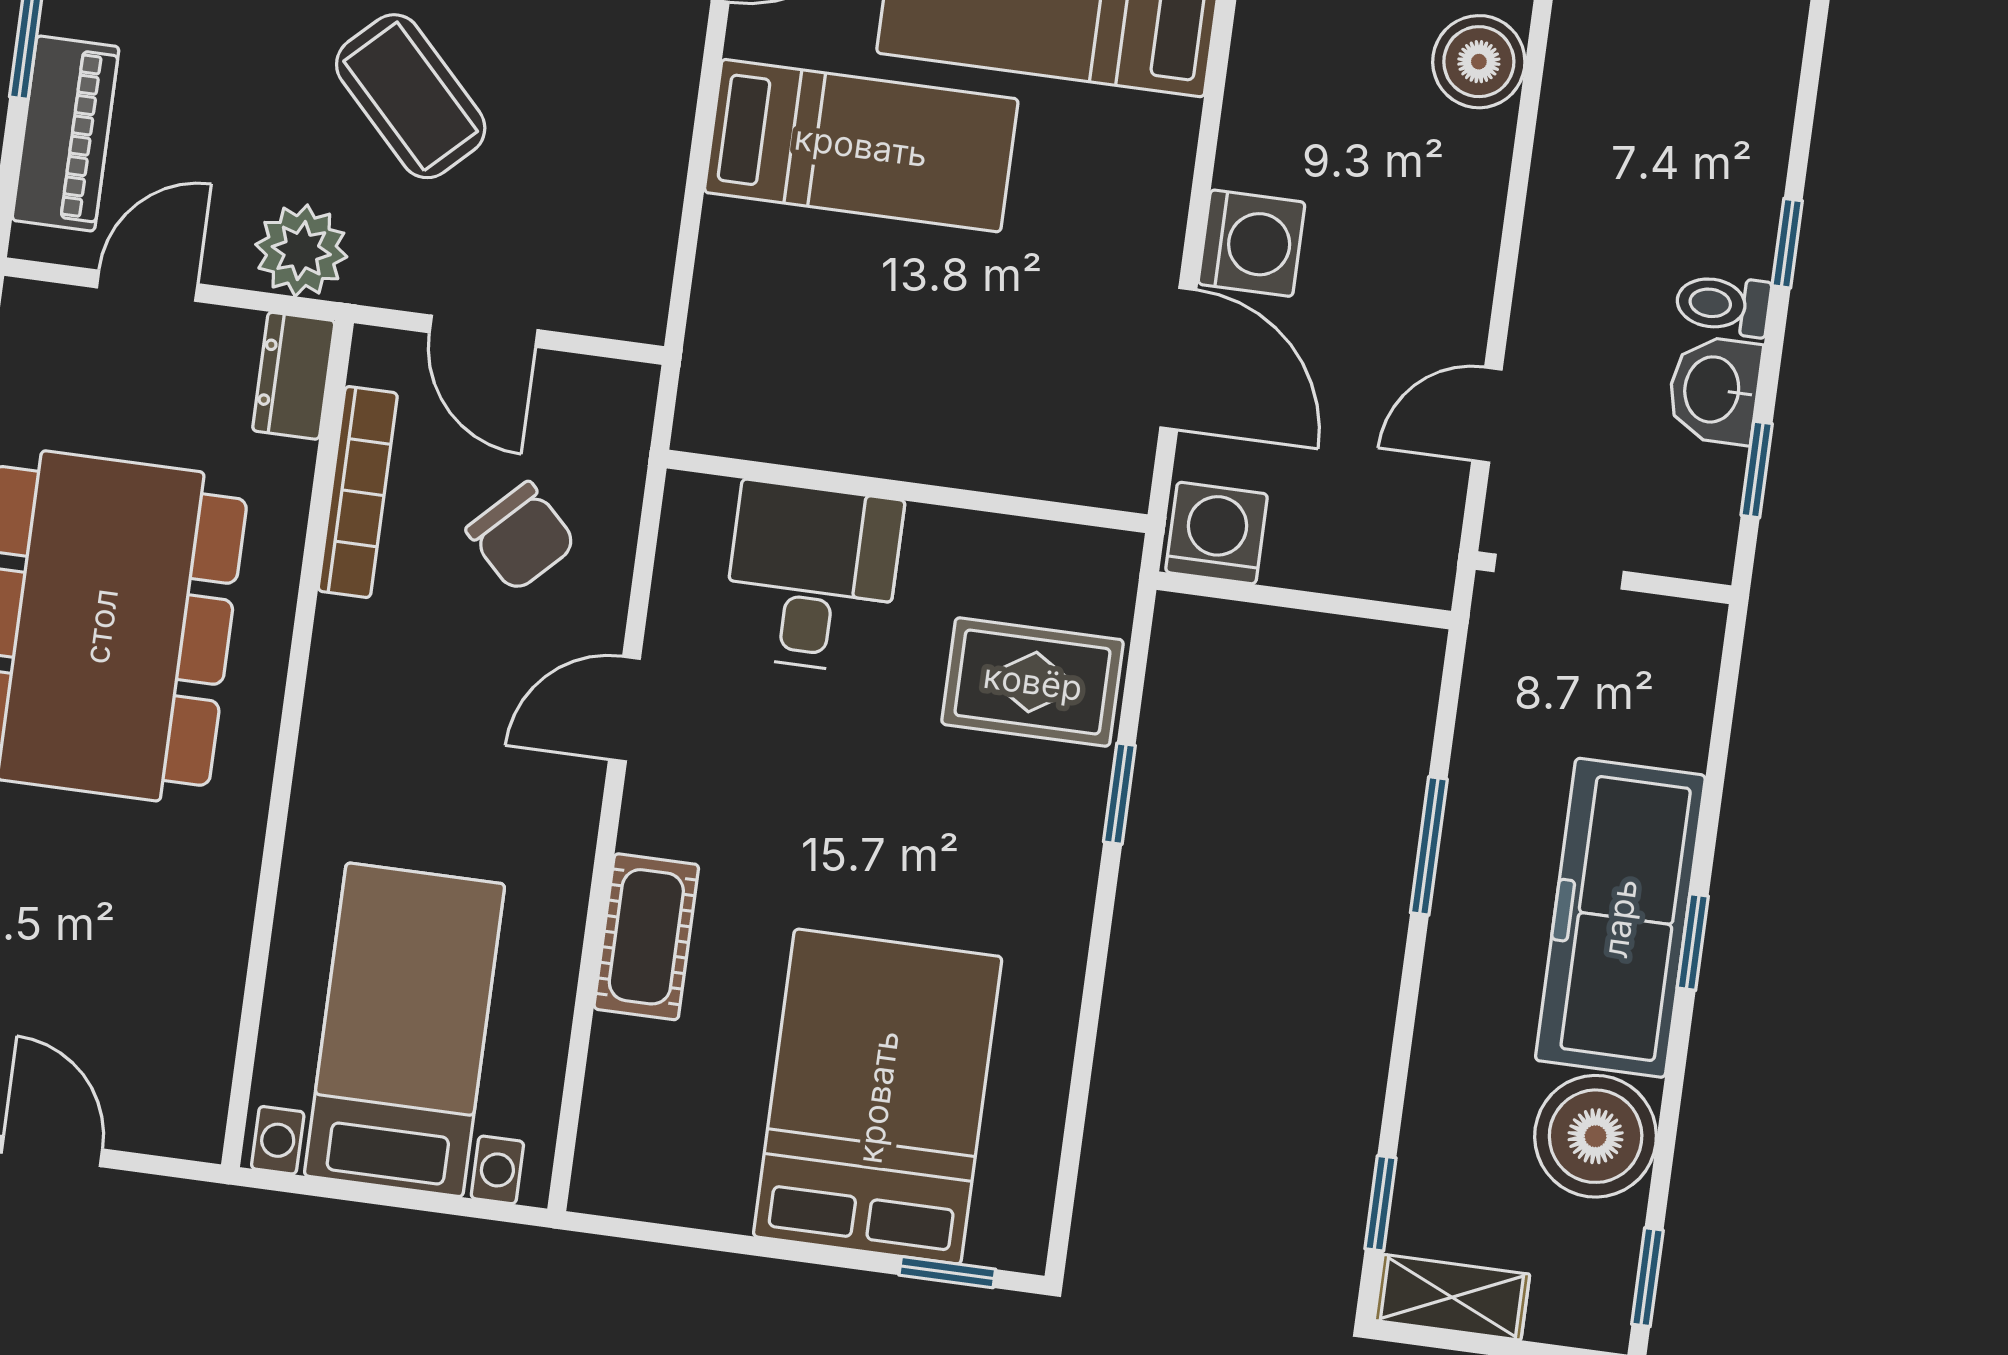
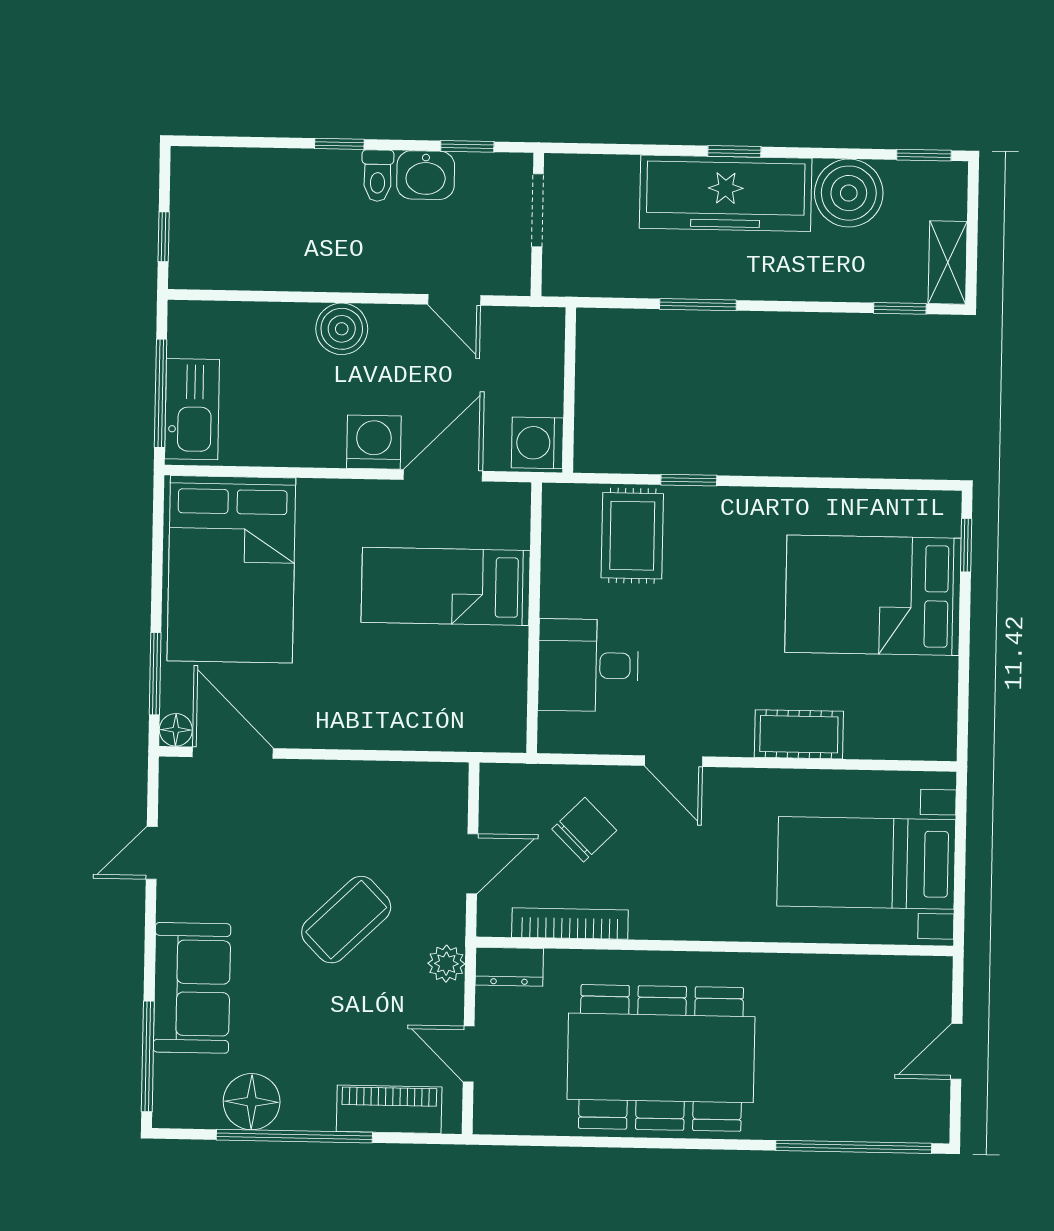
boiler: (1479, 62) -> (342, 329), moved
bed: (861, 146) -> (446, 586), moved, turned -90
plant: (301, 251) -> (446, 964), width x0.73, depth x0.73
doorway: (1559, 572) -> (538, 210), moved

